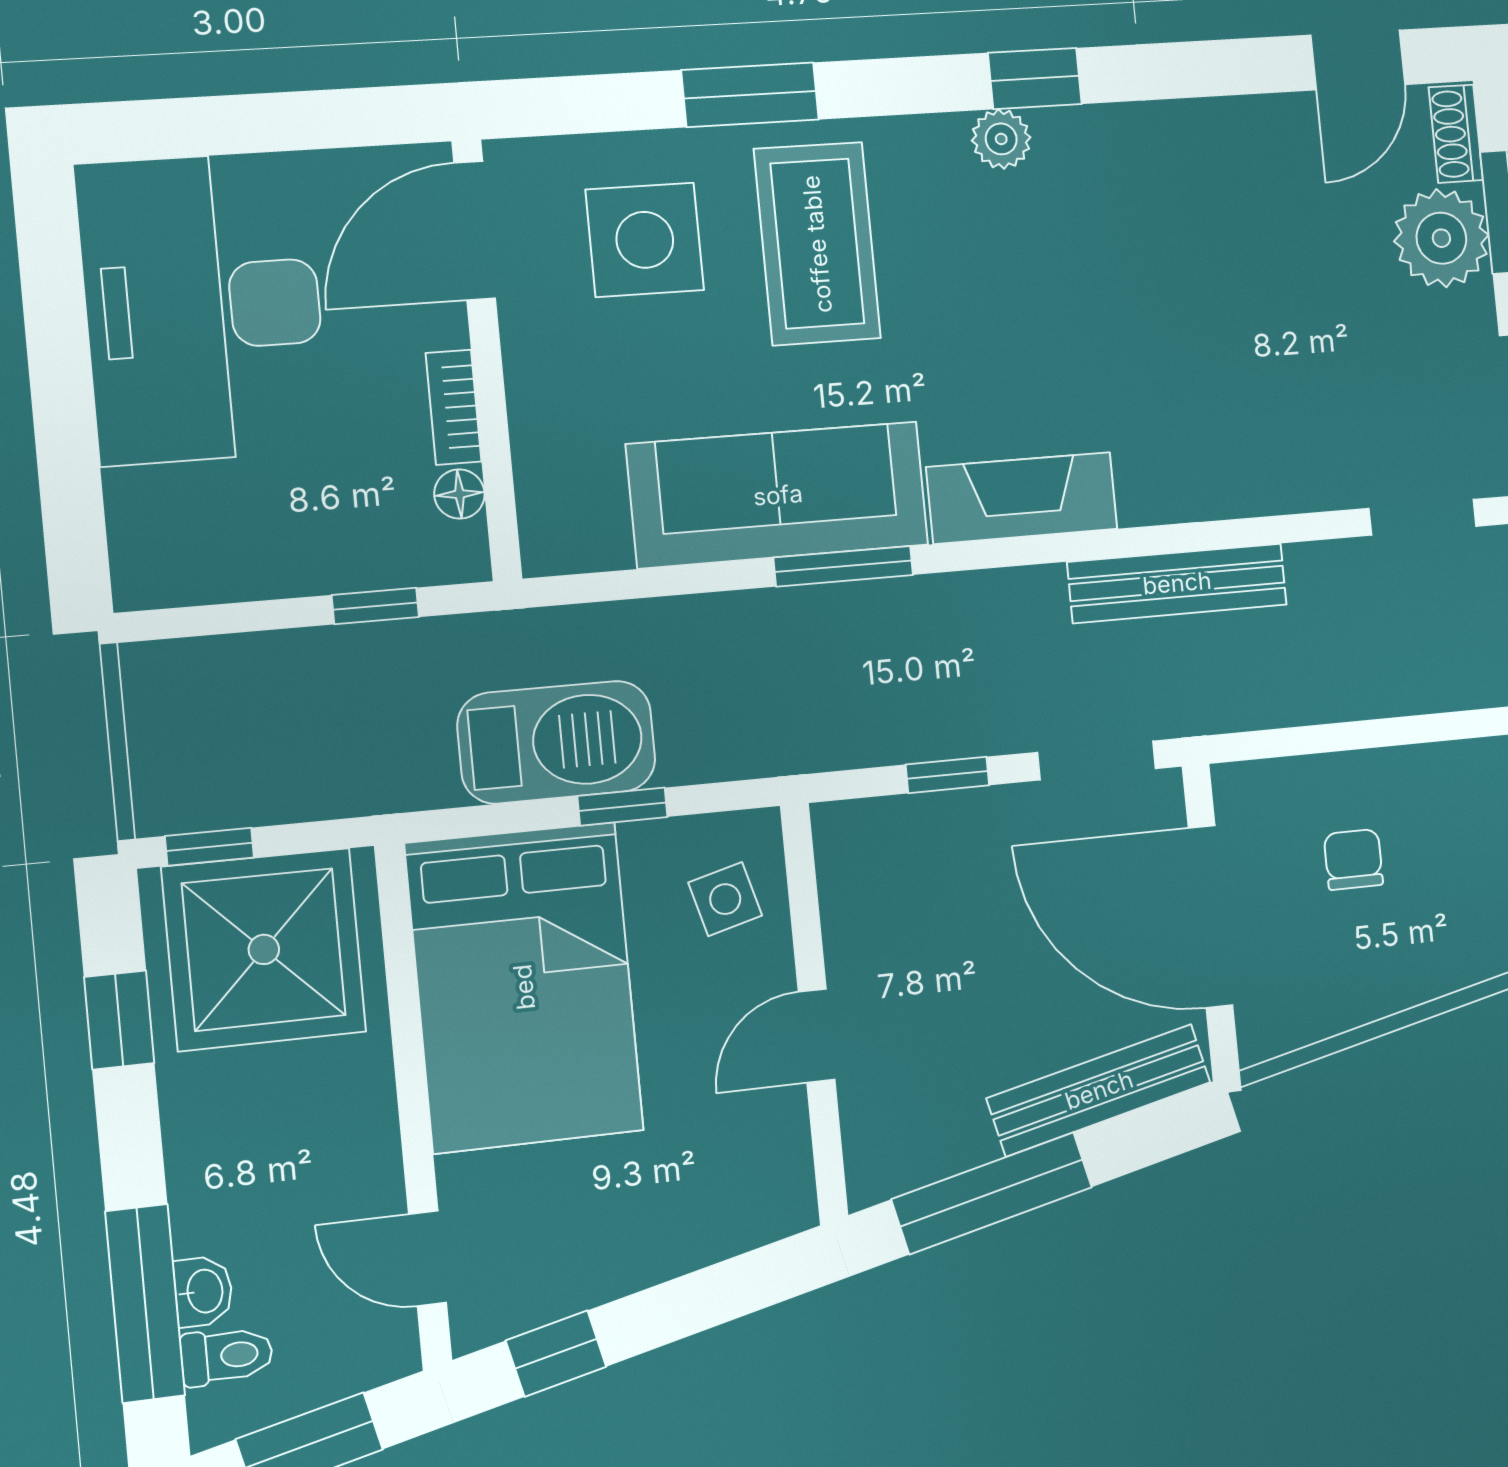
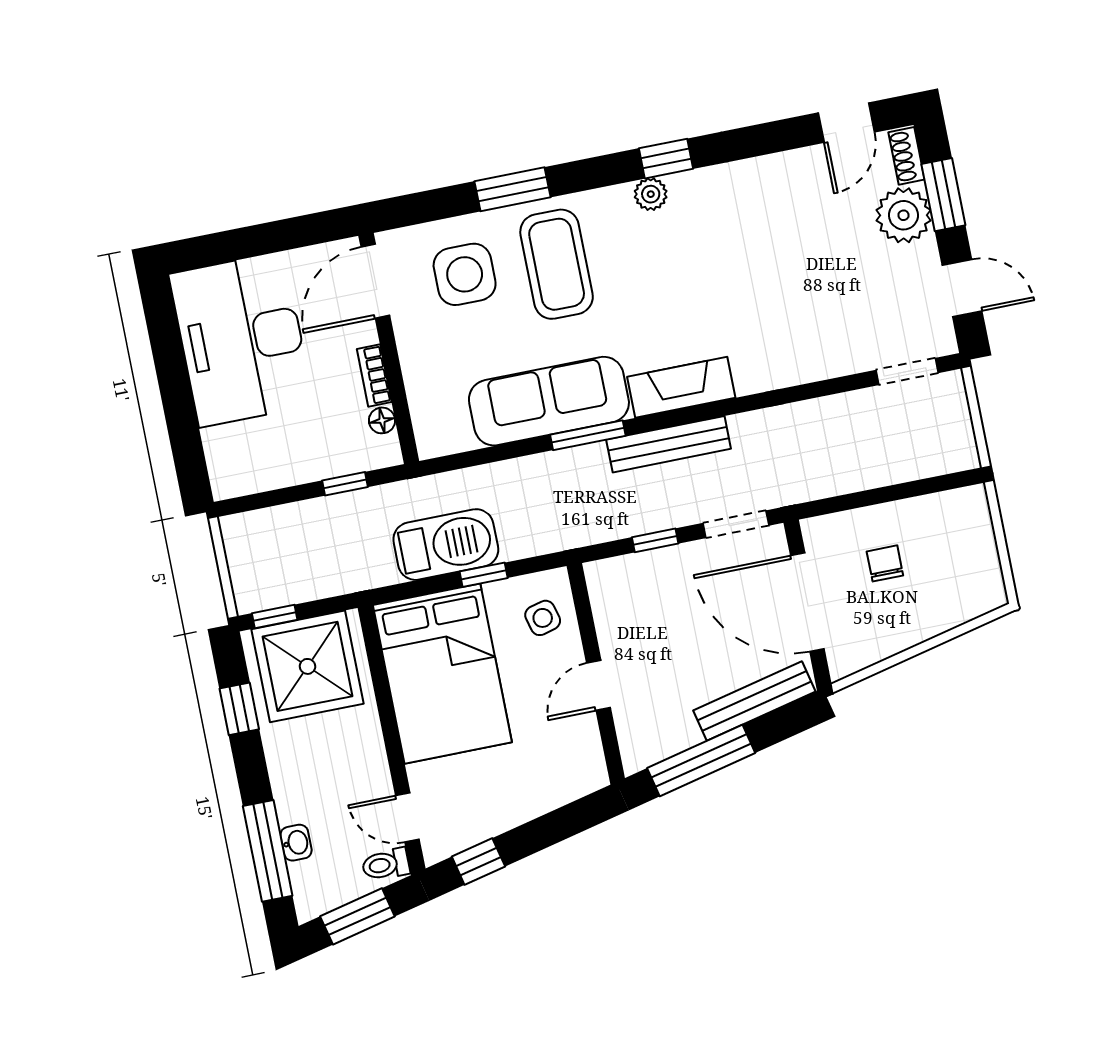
bench: (1177, 583) -> (669, 444), moved
toilet: (227, 1356) -> (386, 864), moved, turned 180

